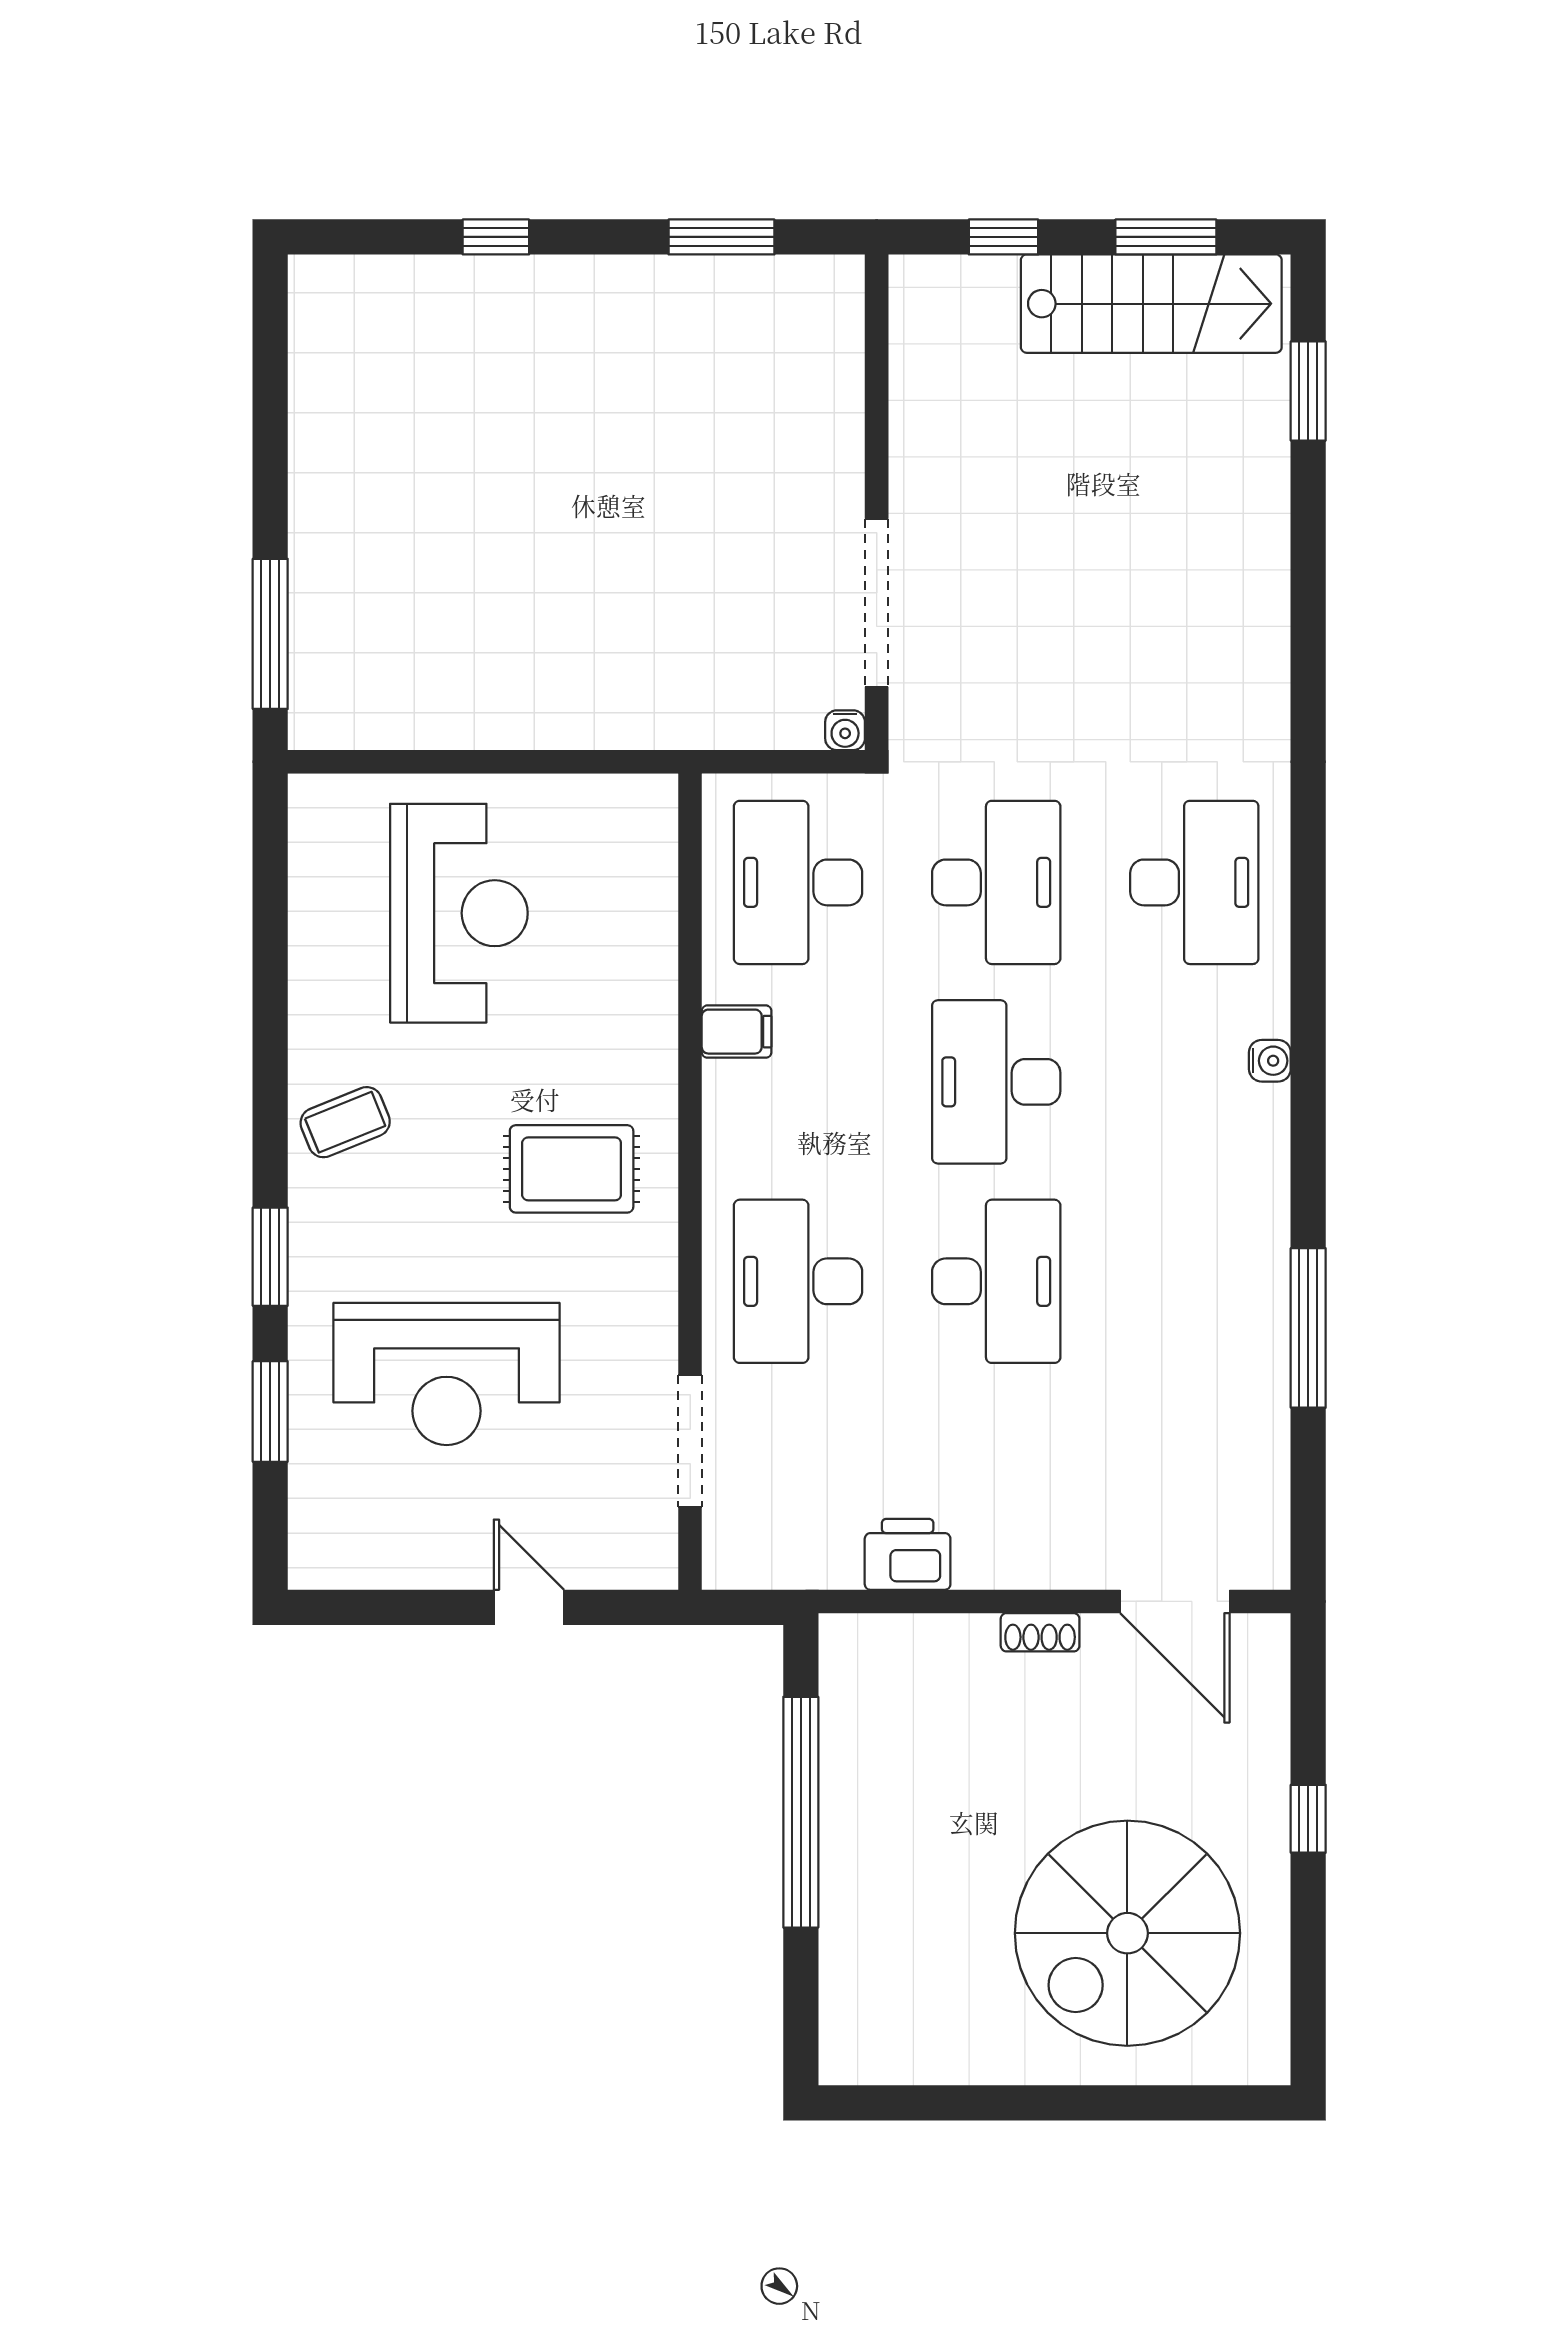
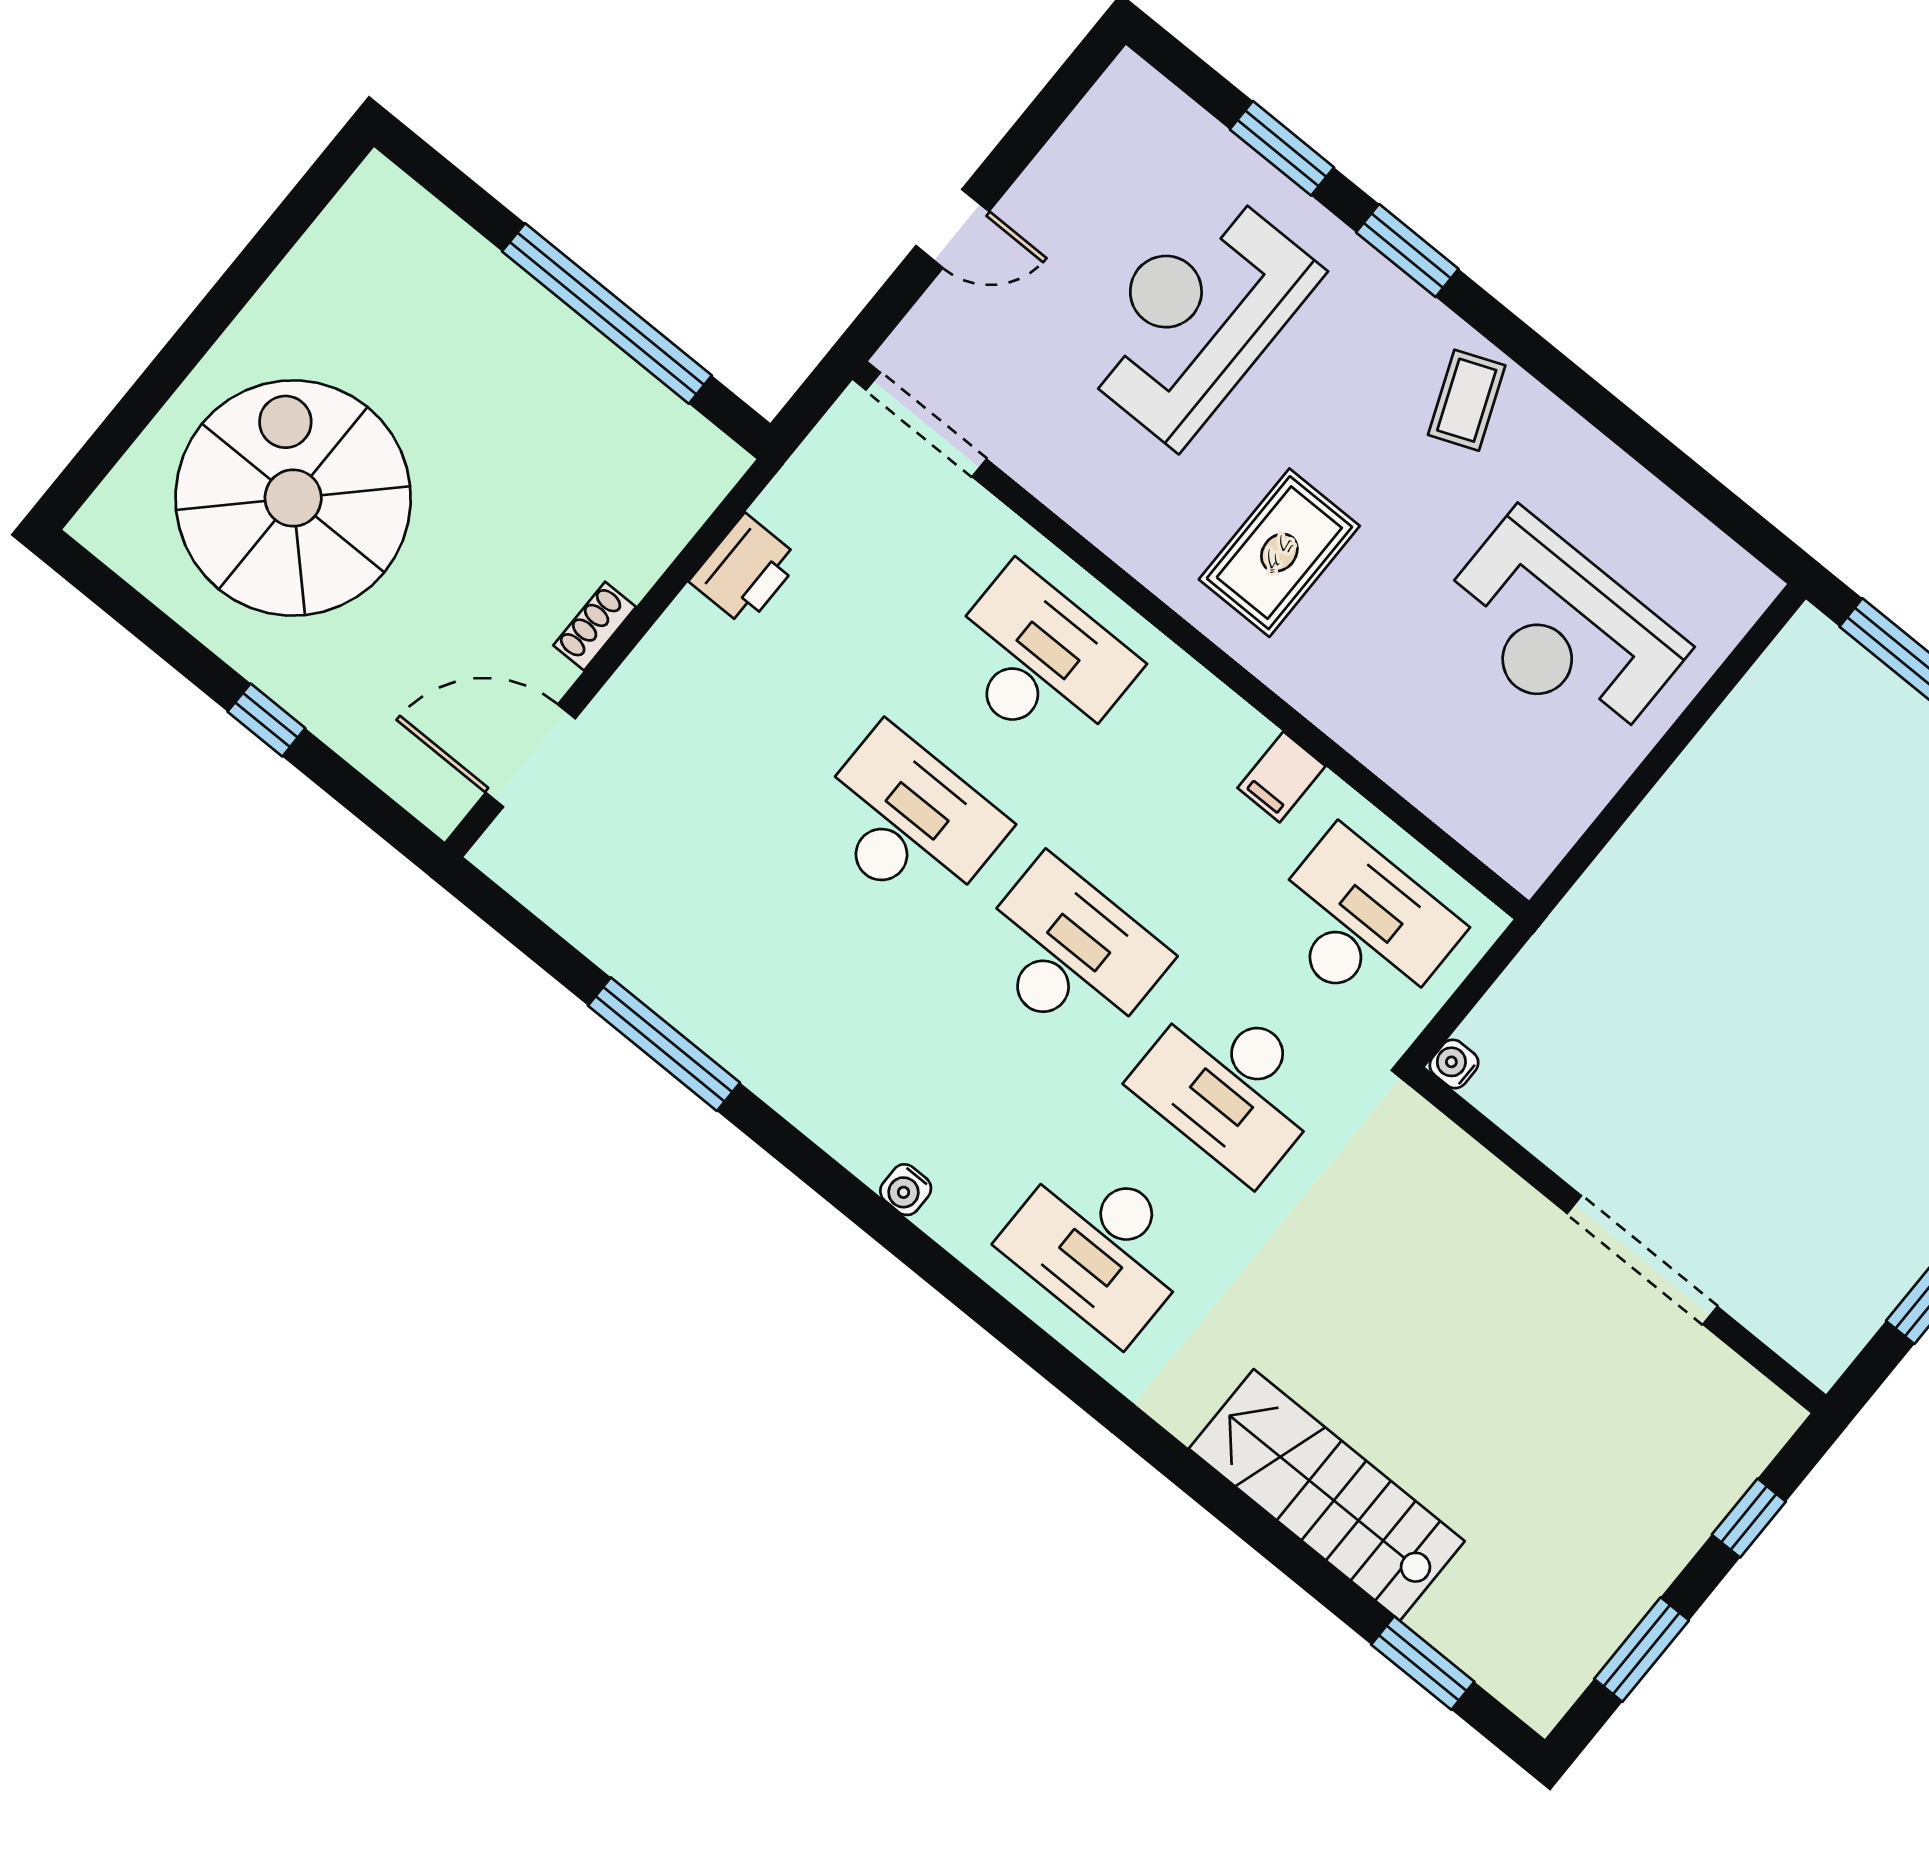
stairs: (1151, 304) -> (1327, 1495), moved, turned 90
doorway: (877, 603) -> (1642, 1260), moved
desk: (996, 1281) -> (908, 822), turned 180
doorway: (690, 1441) -> (926, 424), moved

